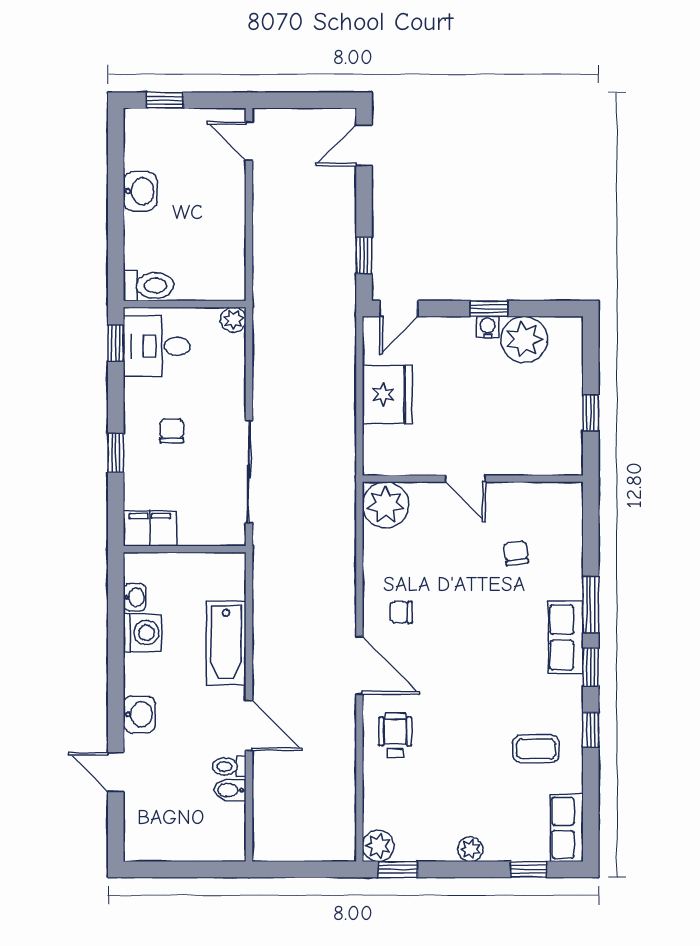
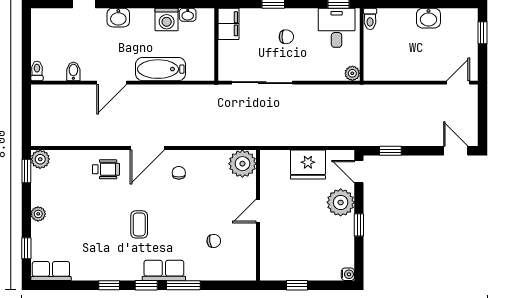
toilet: (149, 286) -> (370, 19), width x0.73, depth x0.72
water cooler: (488, 327) -> (348, 274), moved
plant: (524, 339) -> (341, 202), moved
coffee table: (536, 749) -> (139, 224), moved
toilet: (229, 766) -> (37, 71), moved

